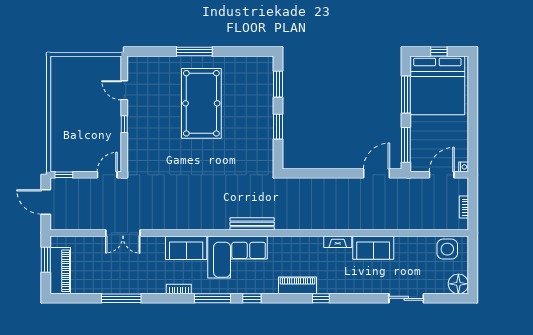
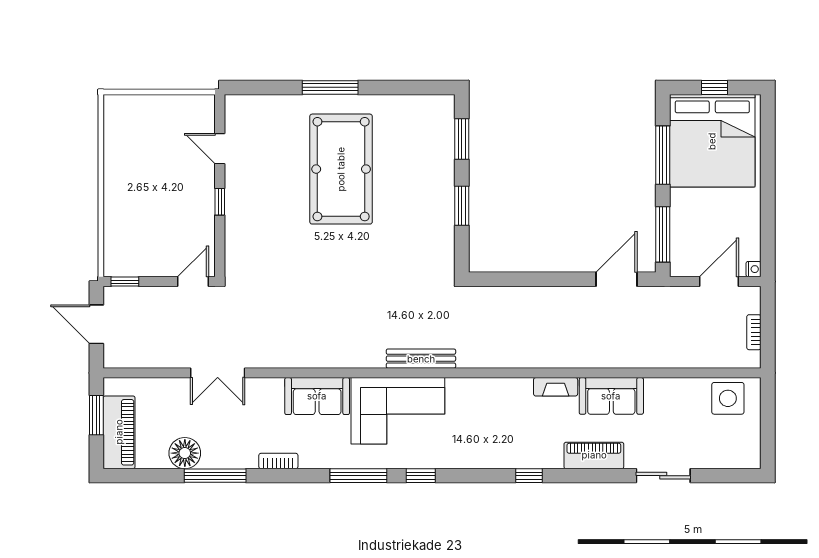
floor lamp: (458, 284) -> (185, 453), moved
piano: (297, 285) -> (594, 455), moved
bookcase: (179, 289) -> (278, 461), moved

